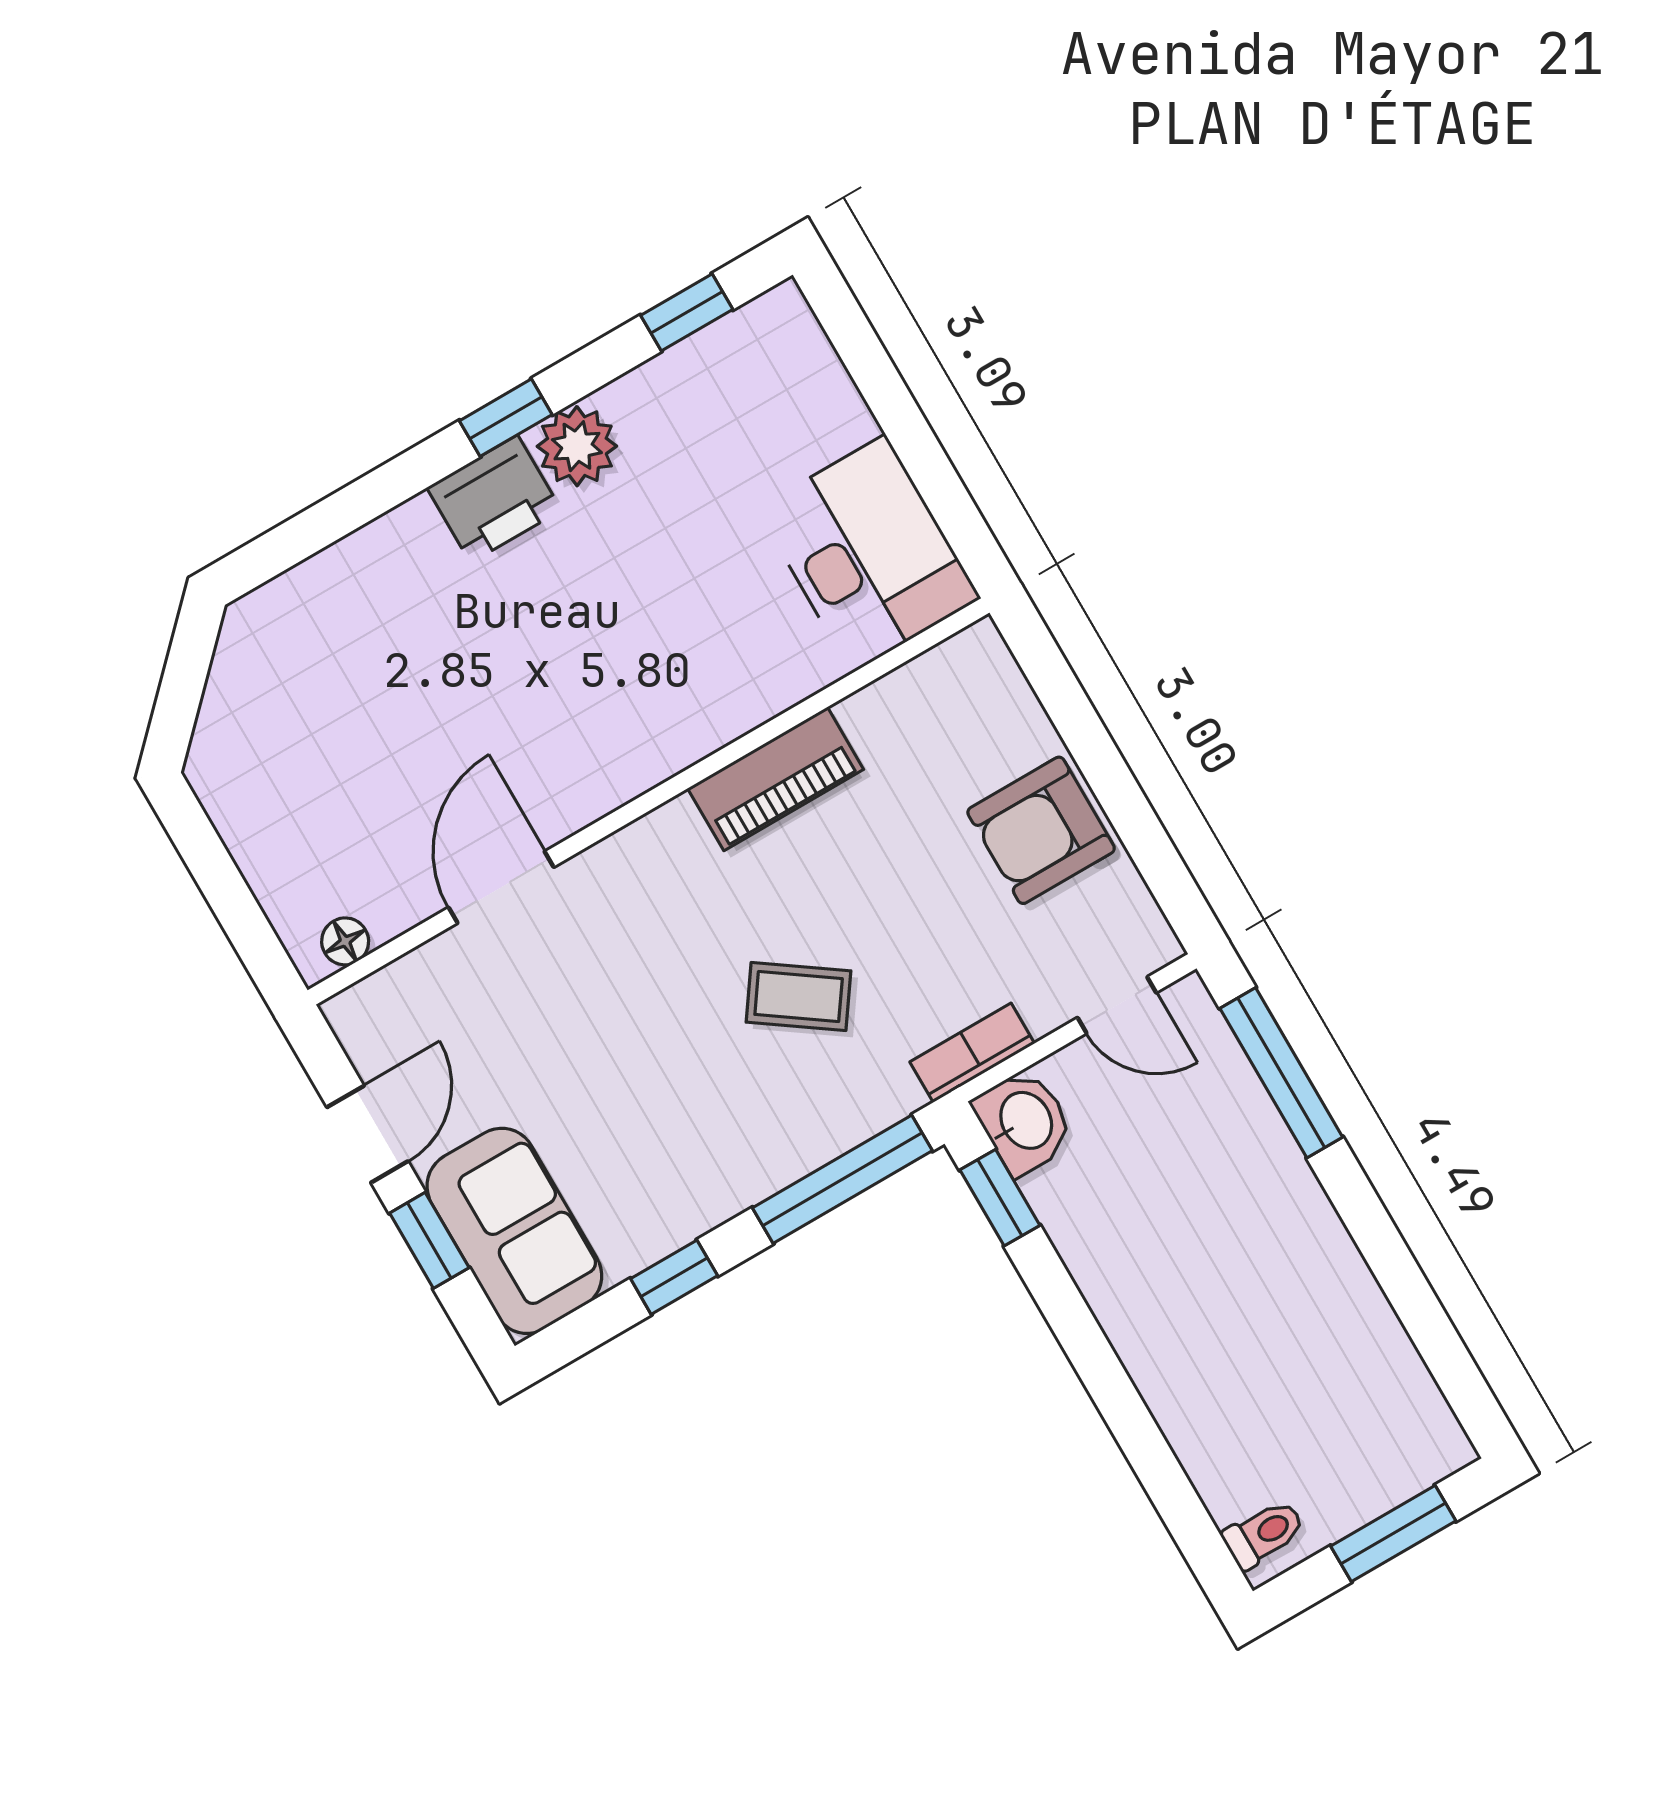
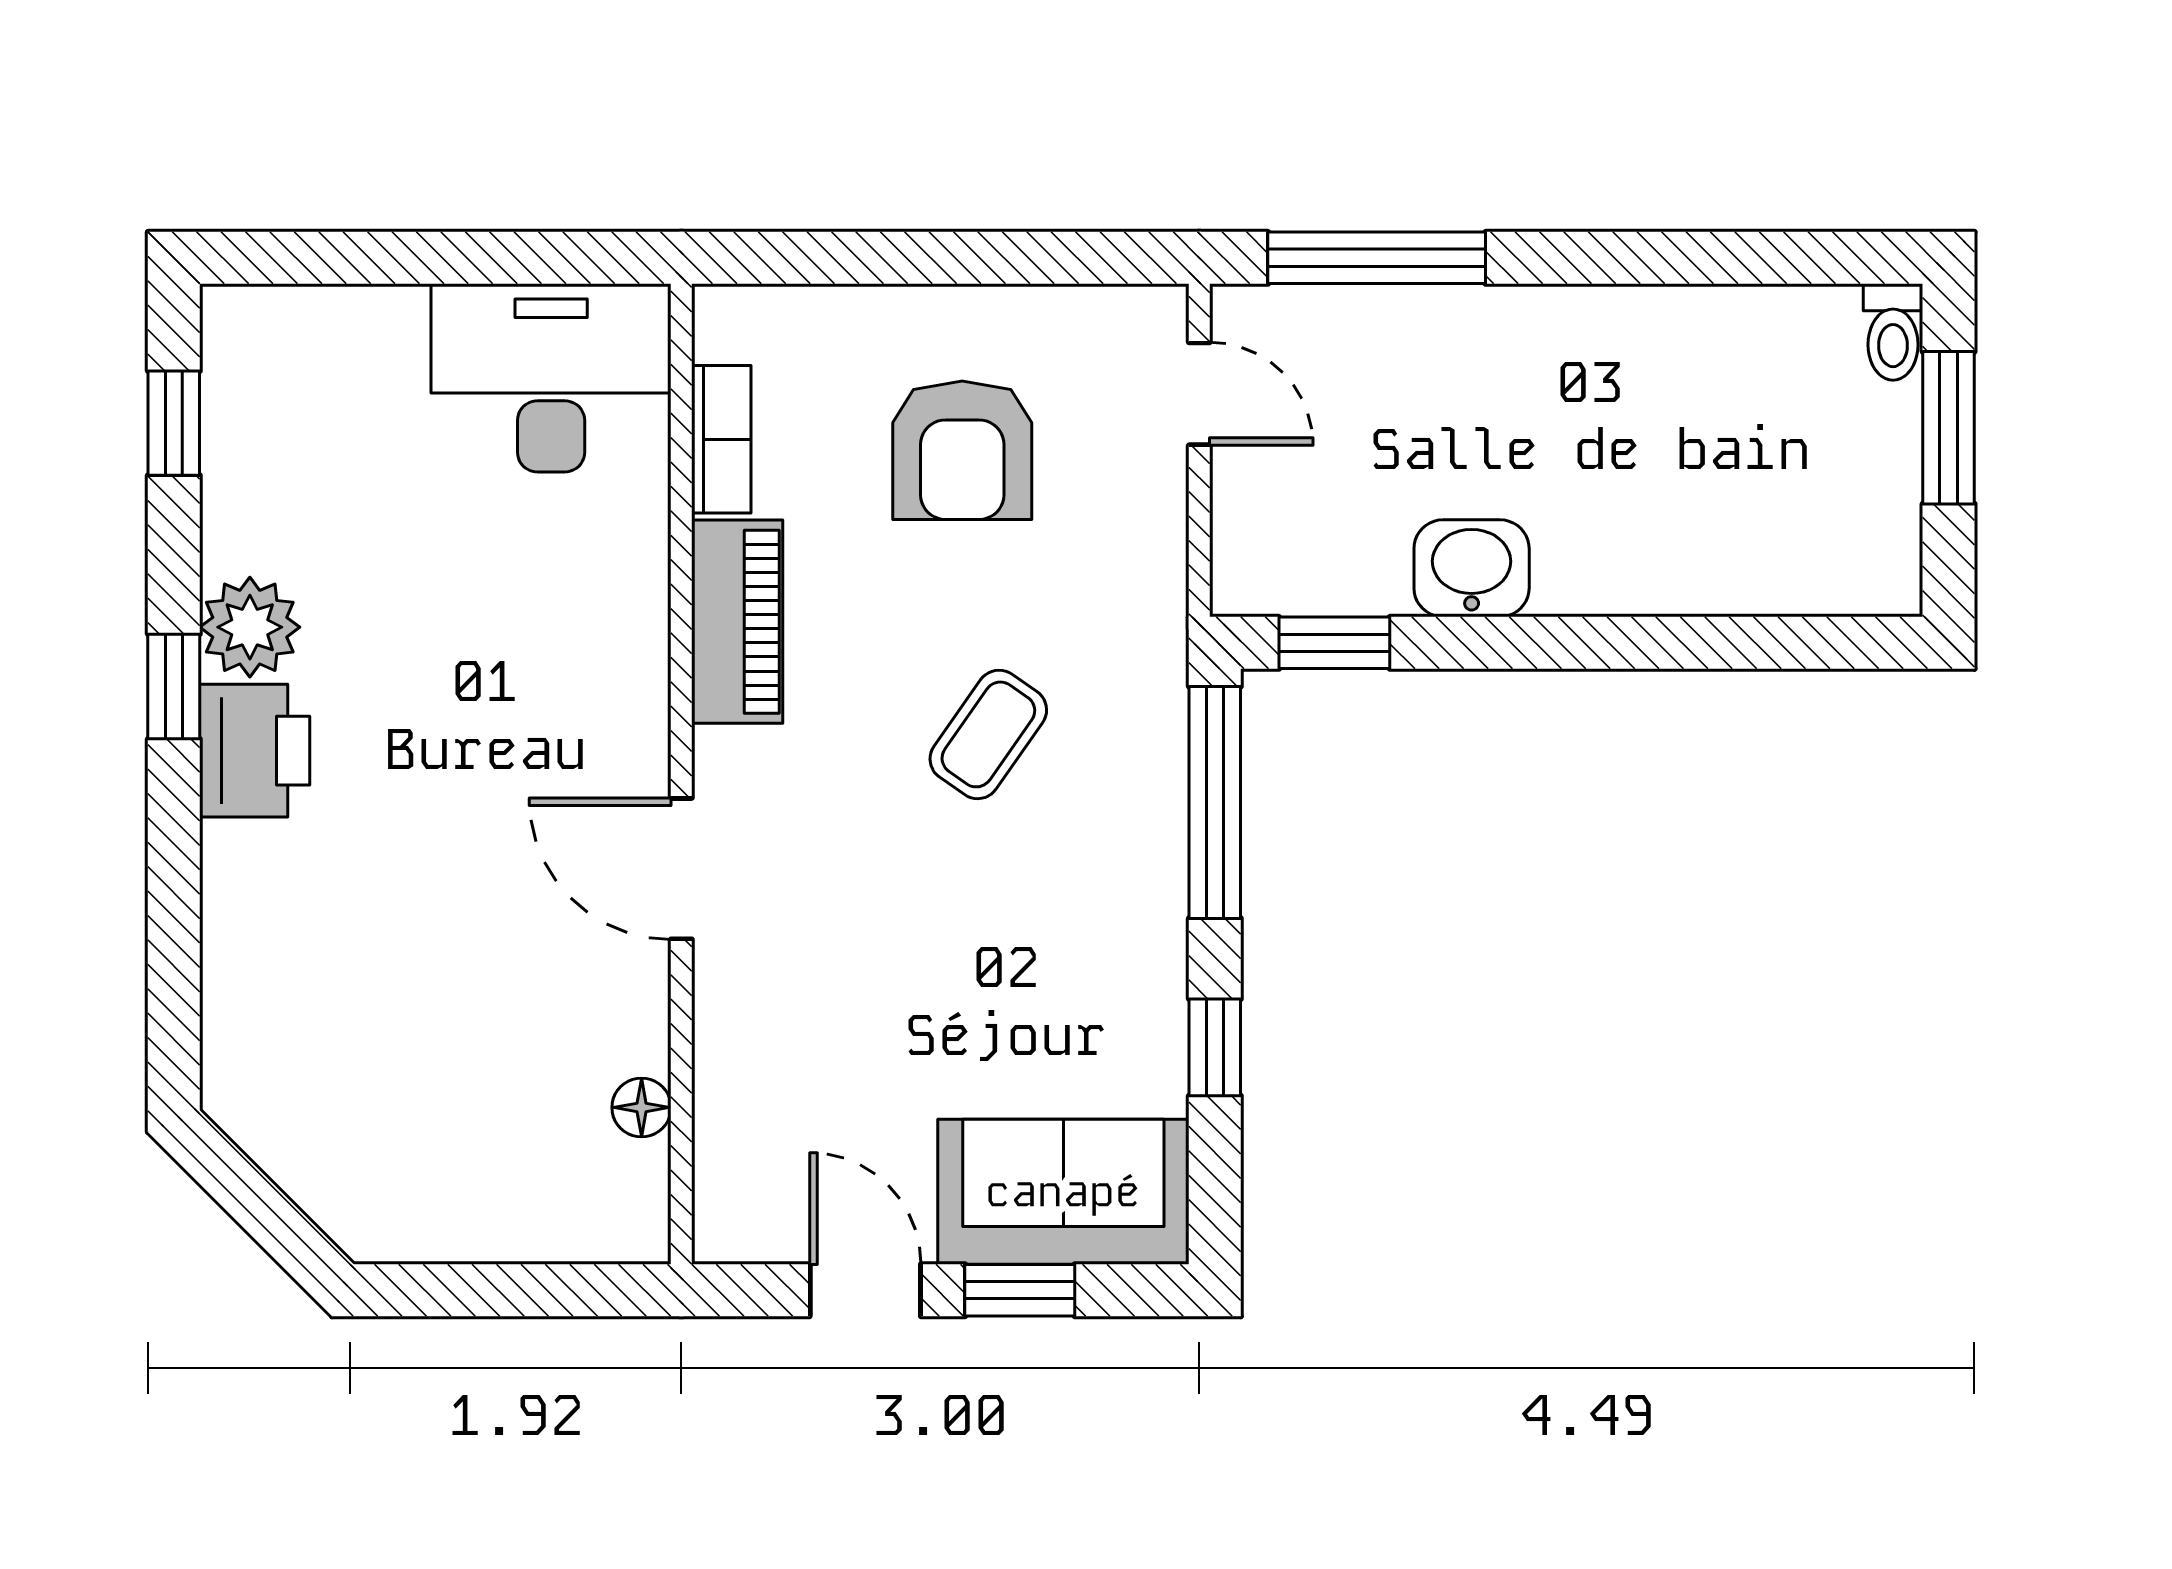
armchair: (1041, 830) -> (962, 450), moved
door: (501, 887) -> (681, 869), moved
floor lamp: (345, 941) -> (642, 1107), moved
door: (1117, 1005) -> (1199, 394), hinge flipped
bookcase: (972, 1053) -> (721, 439), moved, turned 180
washbasin: (1024, 1122) -> (1472, 568), moved
toilet: (1264, 1534) -> (1893, 332), moved, turned 180

